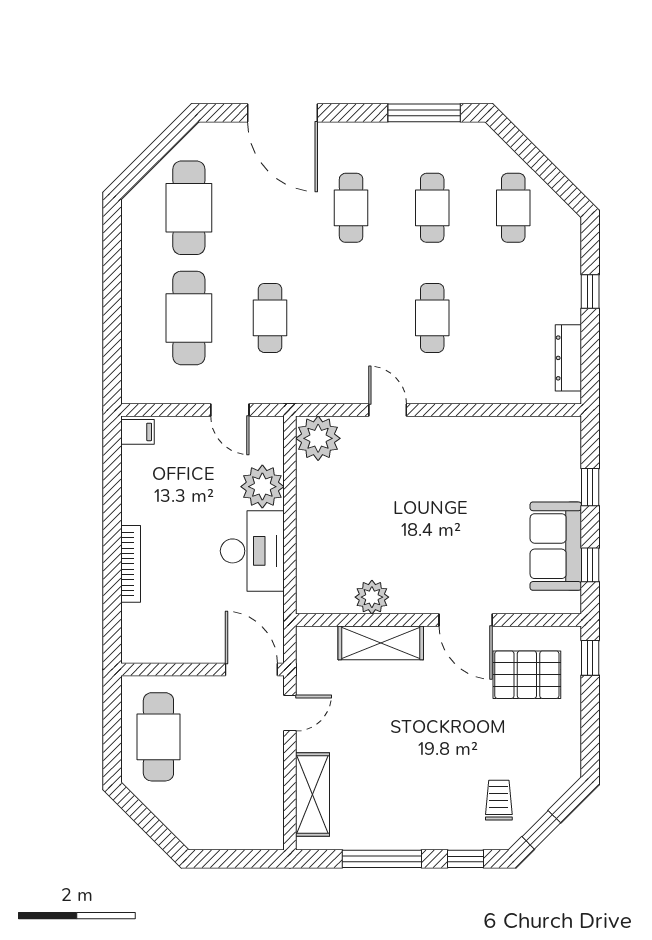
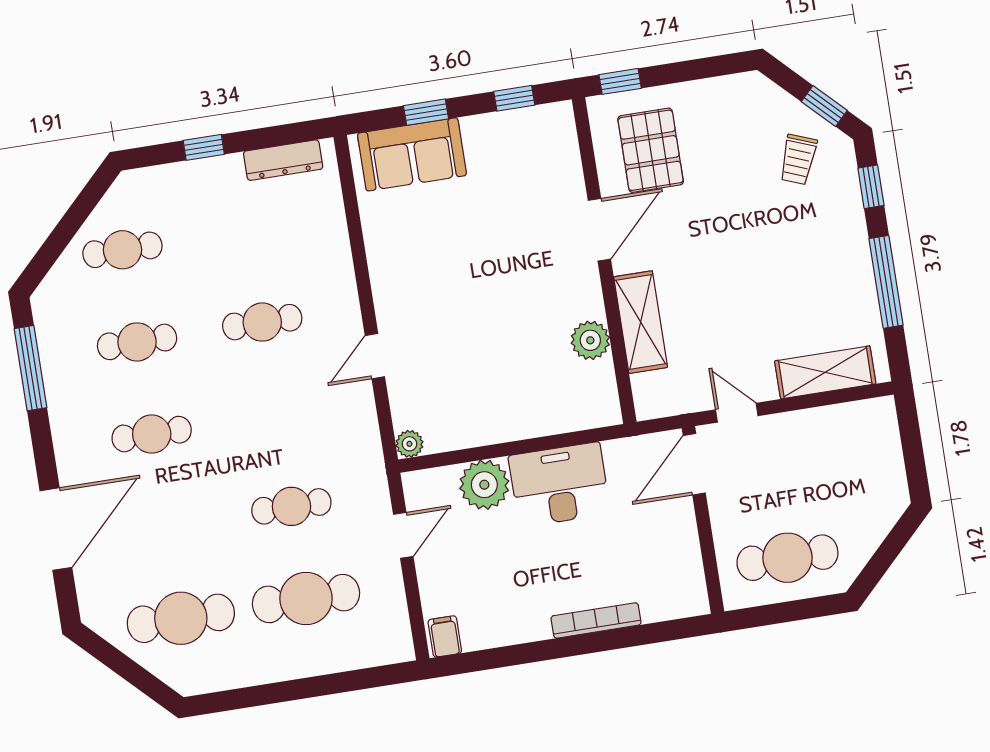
plant: (318, 438) -> (409, 444), width x0.53, depth x0.53
sofa: (556, 546) -> (412, 154), moved
trolley: (499, 800) -> (798, 159), turned -69

